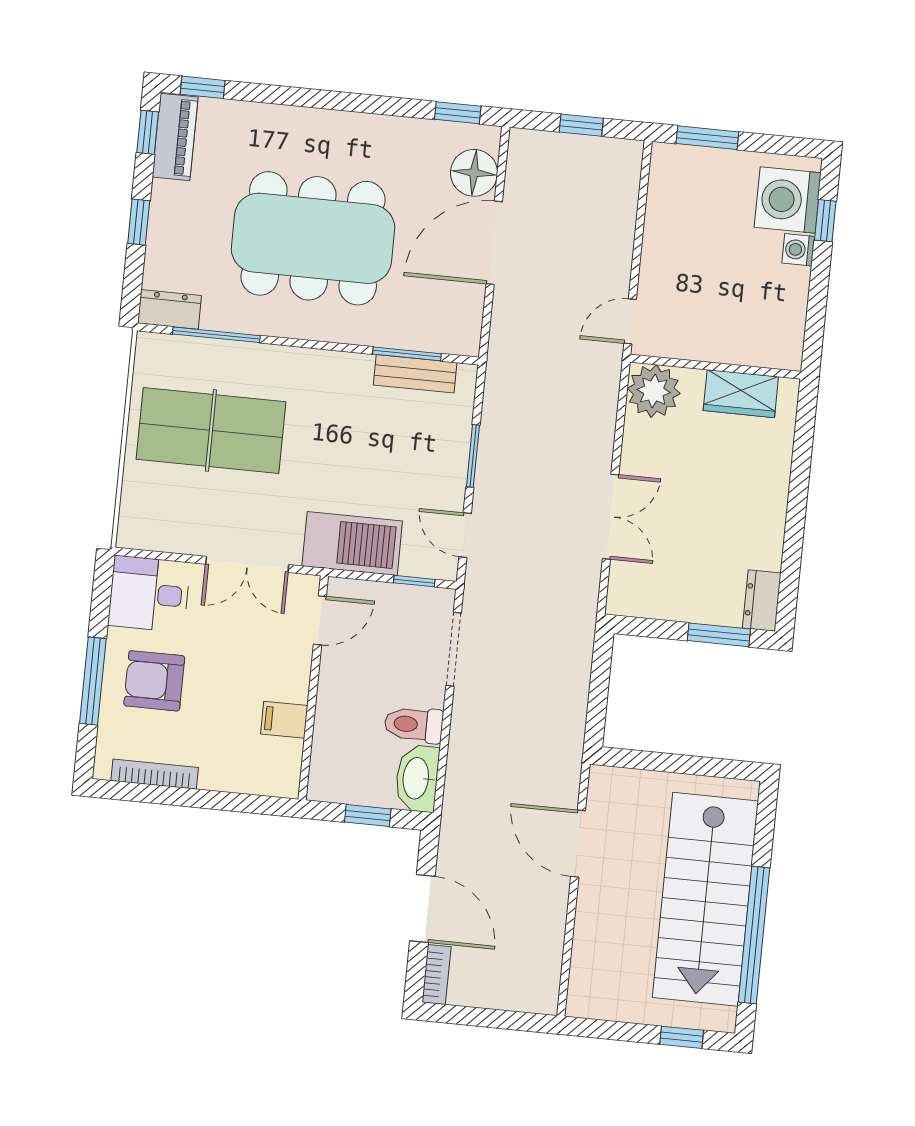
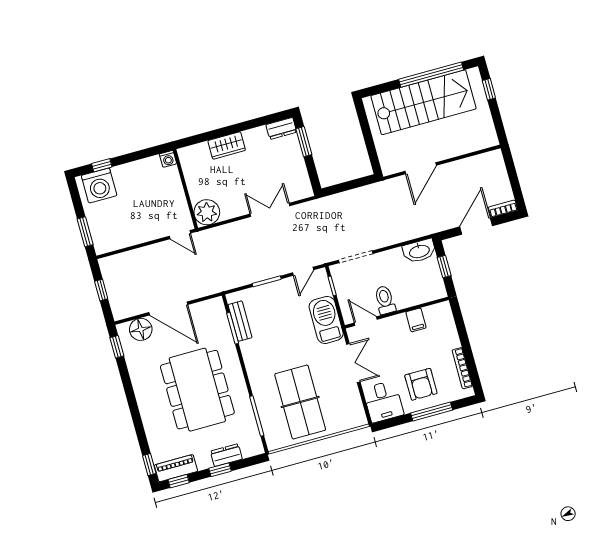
washing machine: (798, 250) -> (168, 159), moved
dresser: (170, 309) -> (226, 455), moved, turned 90
wardrobe: (741, 394) -> (227, 146), moved, turned 90
toilet: (414, 725) -> (385, 300), moved, turned 180

